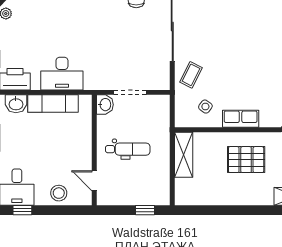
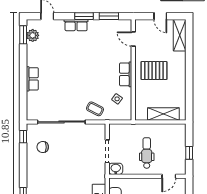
shelving: (184, 155) -> (163, 114), moved
pallet: (246, 160) -> (154, 71), turned 90
window: (145, 210) -> (189, 153), moved

